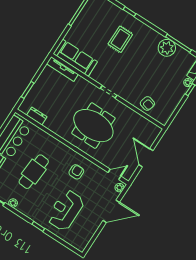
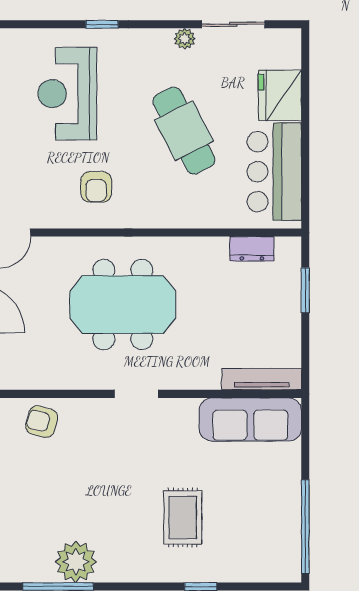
cafe table: (34, 172) -> (184, 131), turned -31
reception desk: (65, 210) -> (67, 94), turned 180

